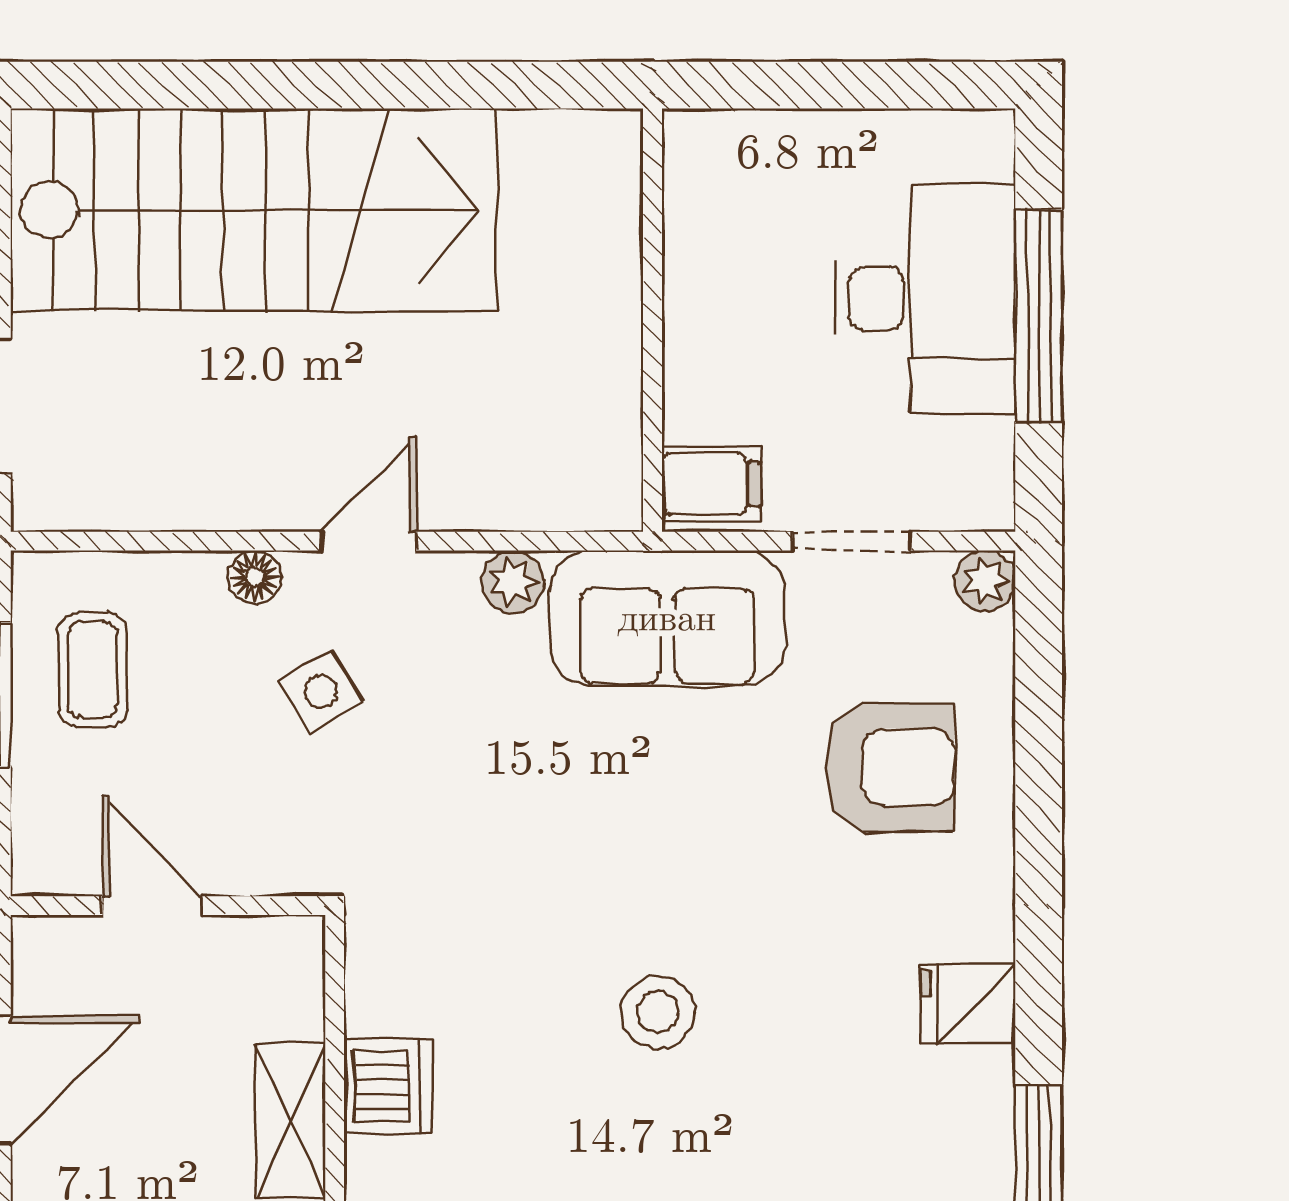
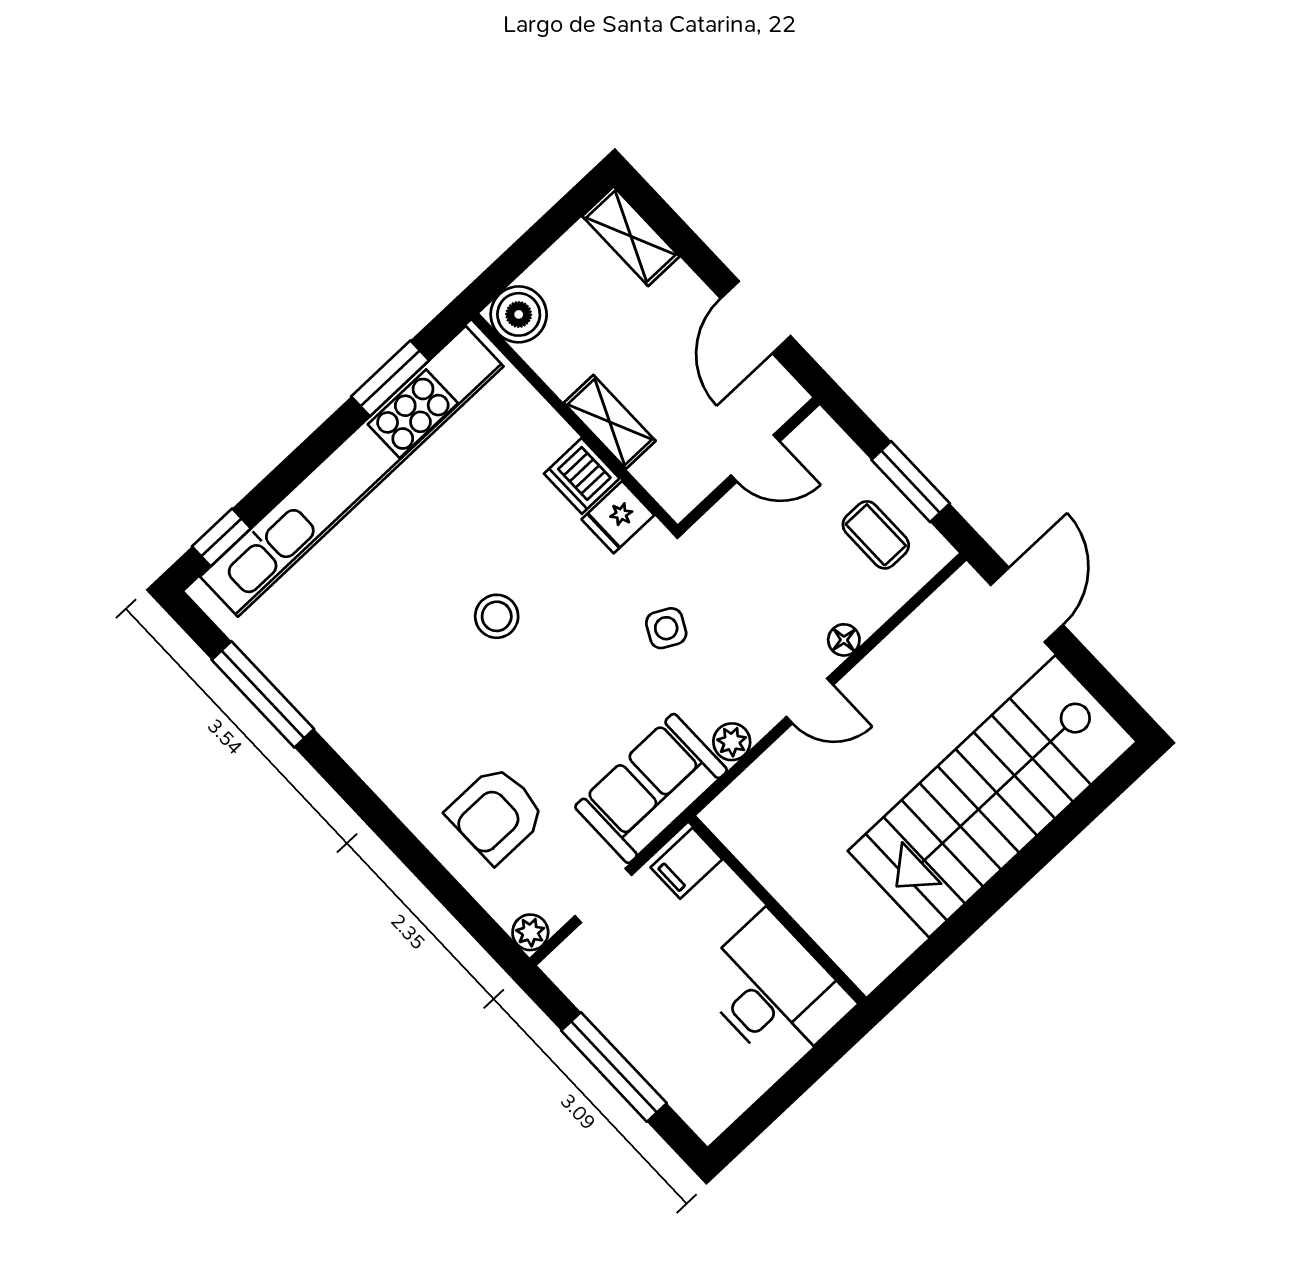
desk: (925, 298) -> (774, 991), moved, turned 180
door: (368, 541) -> (810, 701), hinge flipped
side table: (321, 691) -> (666, 628), moved, turned -30
fridge: (968, 1004) -> (618, 517), moved, turned 180

